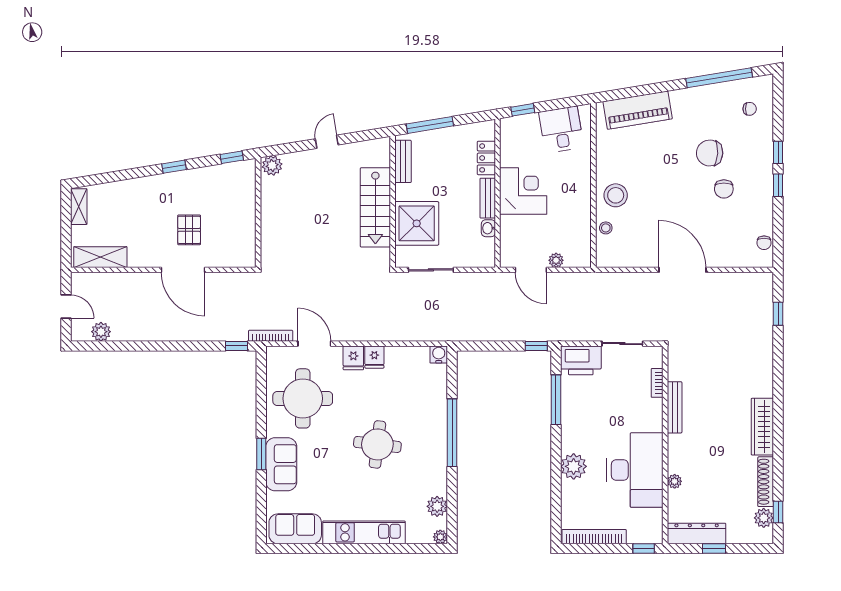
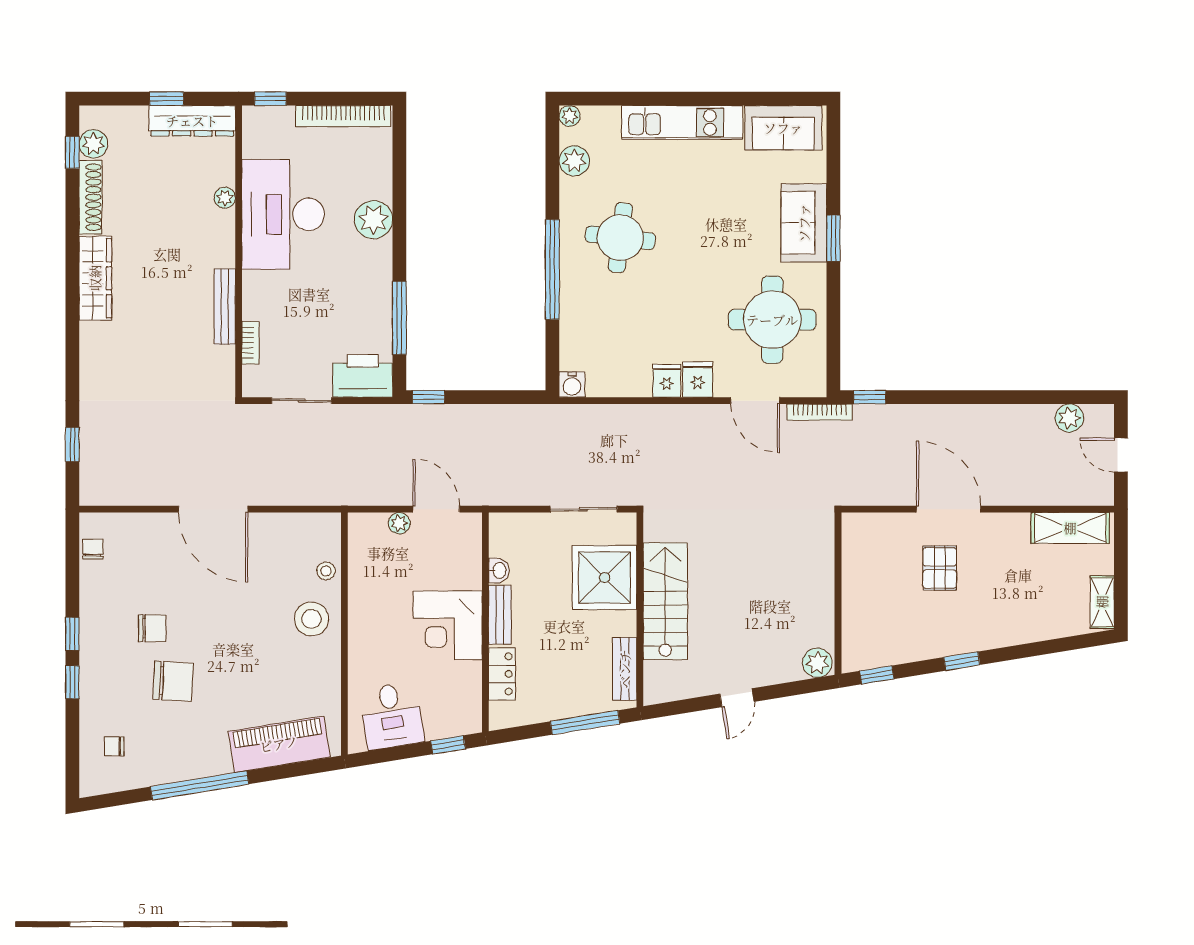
window: (719, 78) -> (200, 785), moved
chair: (724, 189) -> (152, 628), turned 90
round table: (377, 444) -> (620, 238), moved

